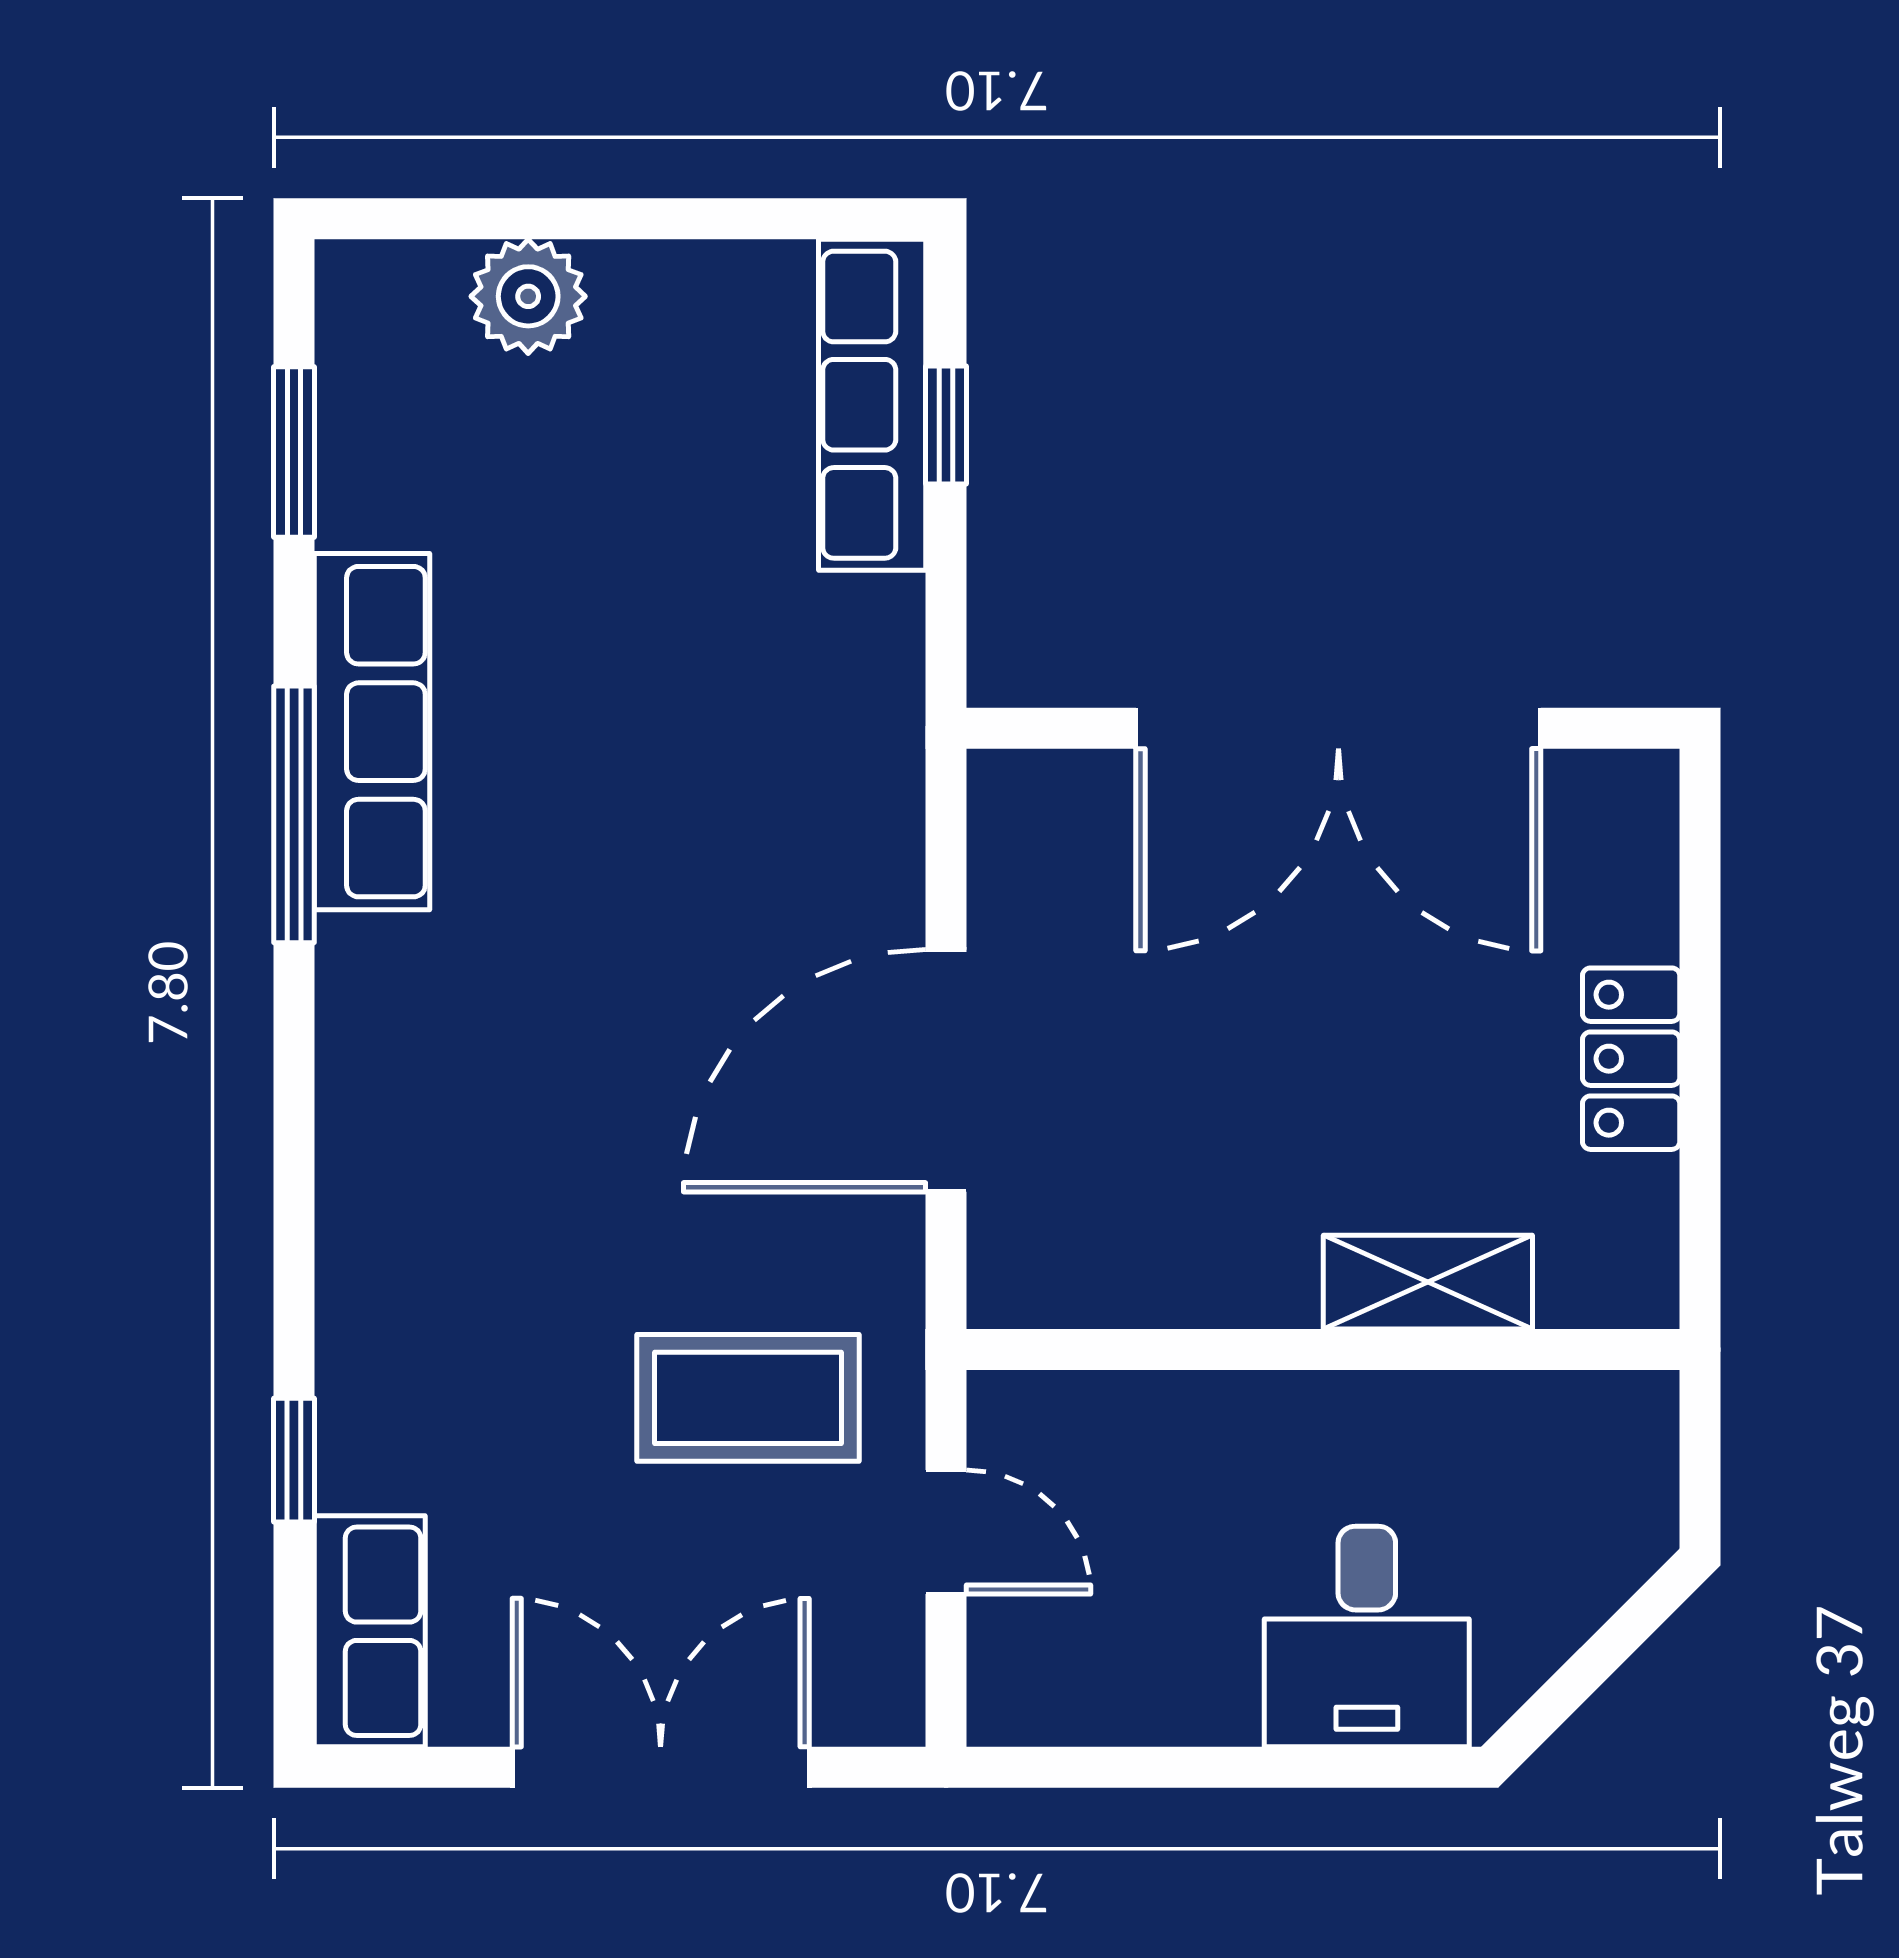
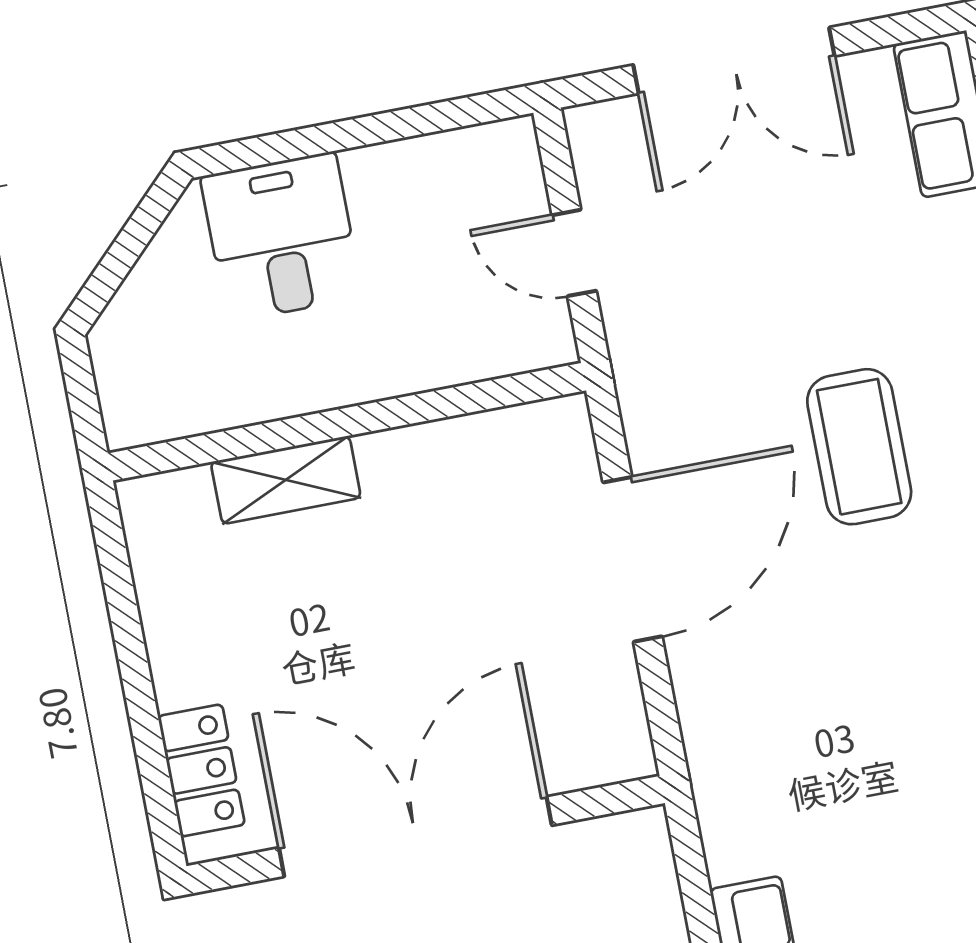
locker: (1631, 1059) -> (201, 770), moved
coffee table: (748, 1398) -> (859, 447), moved, turned 90

